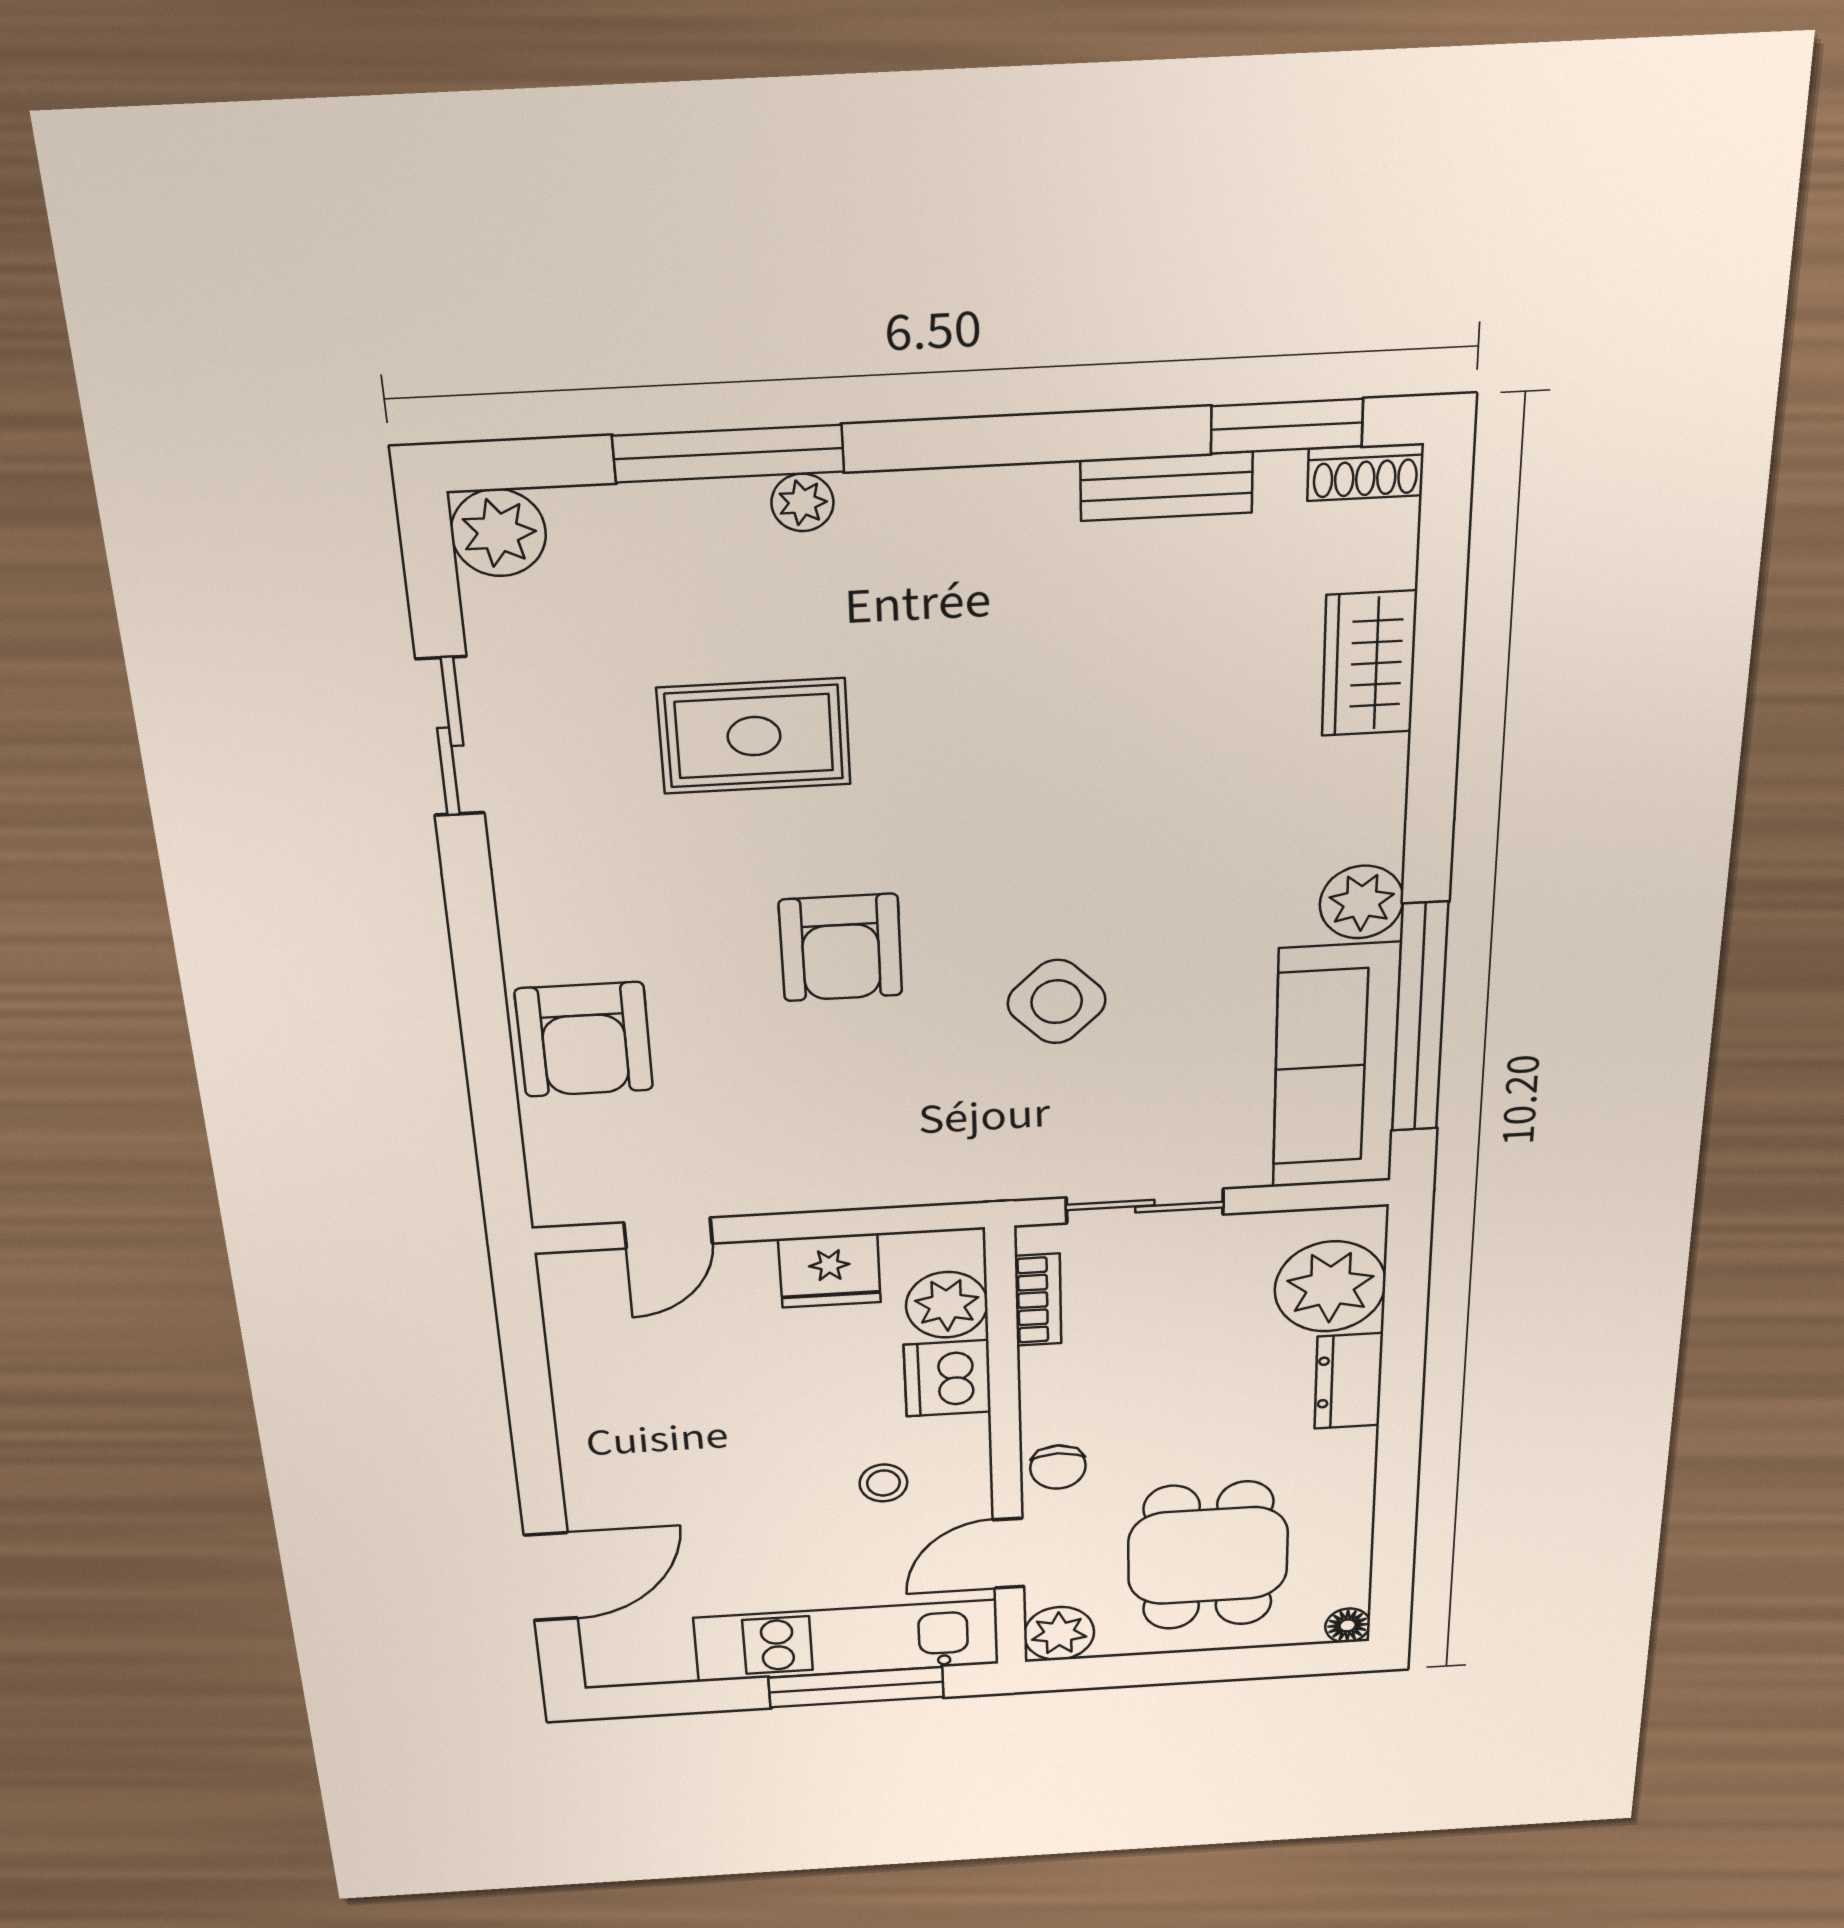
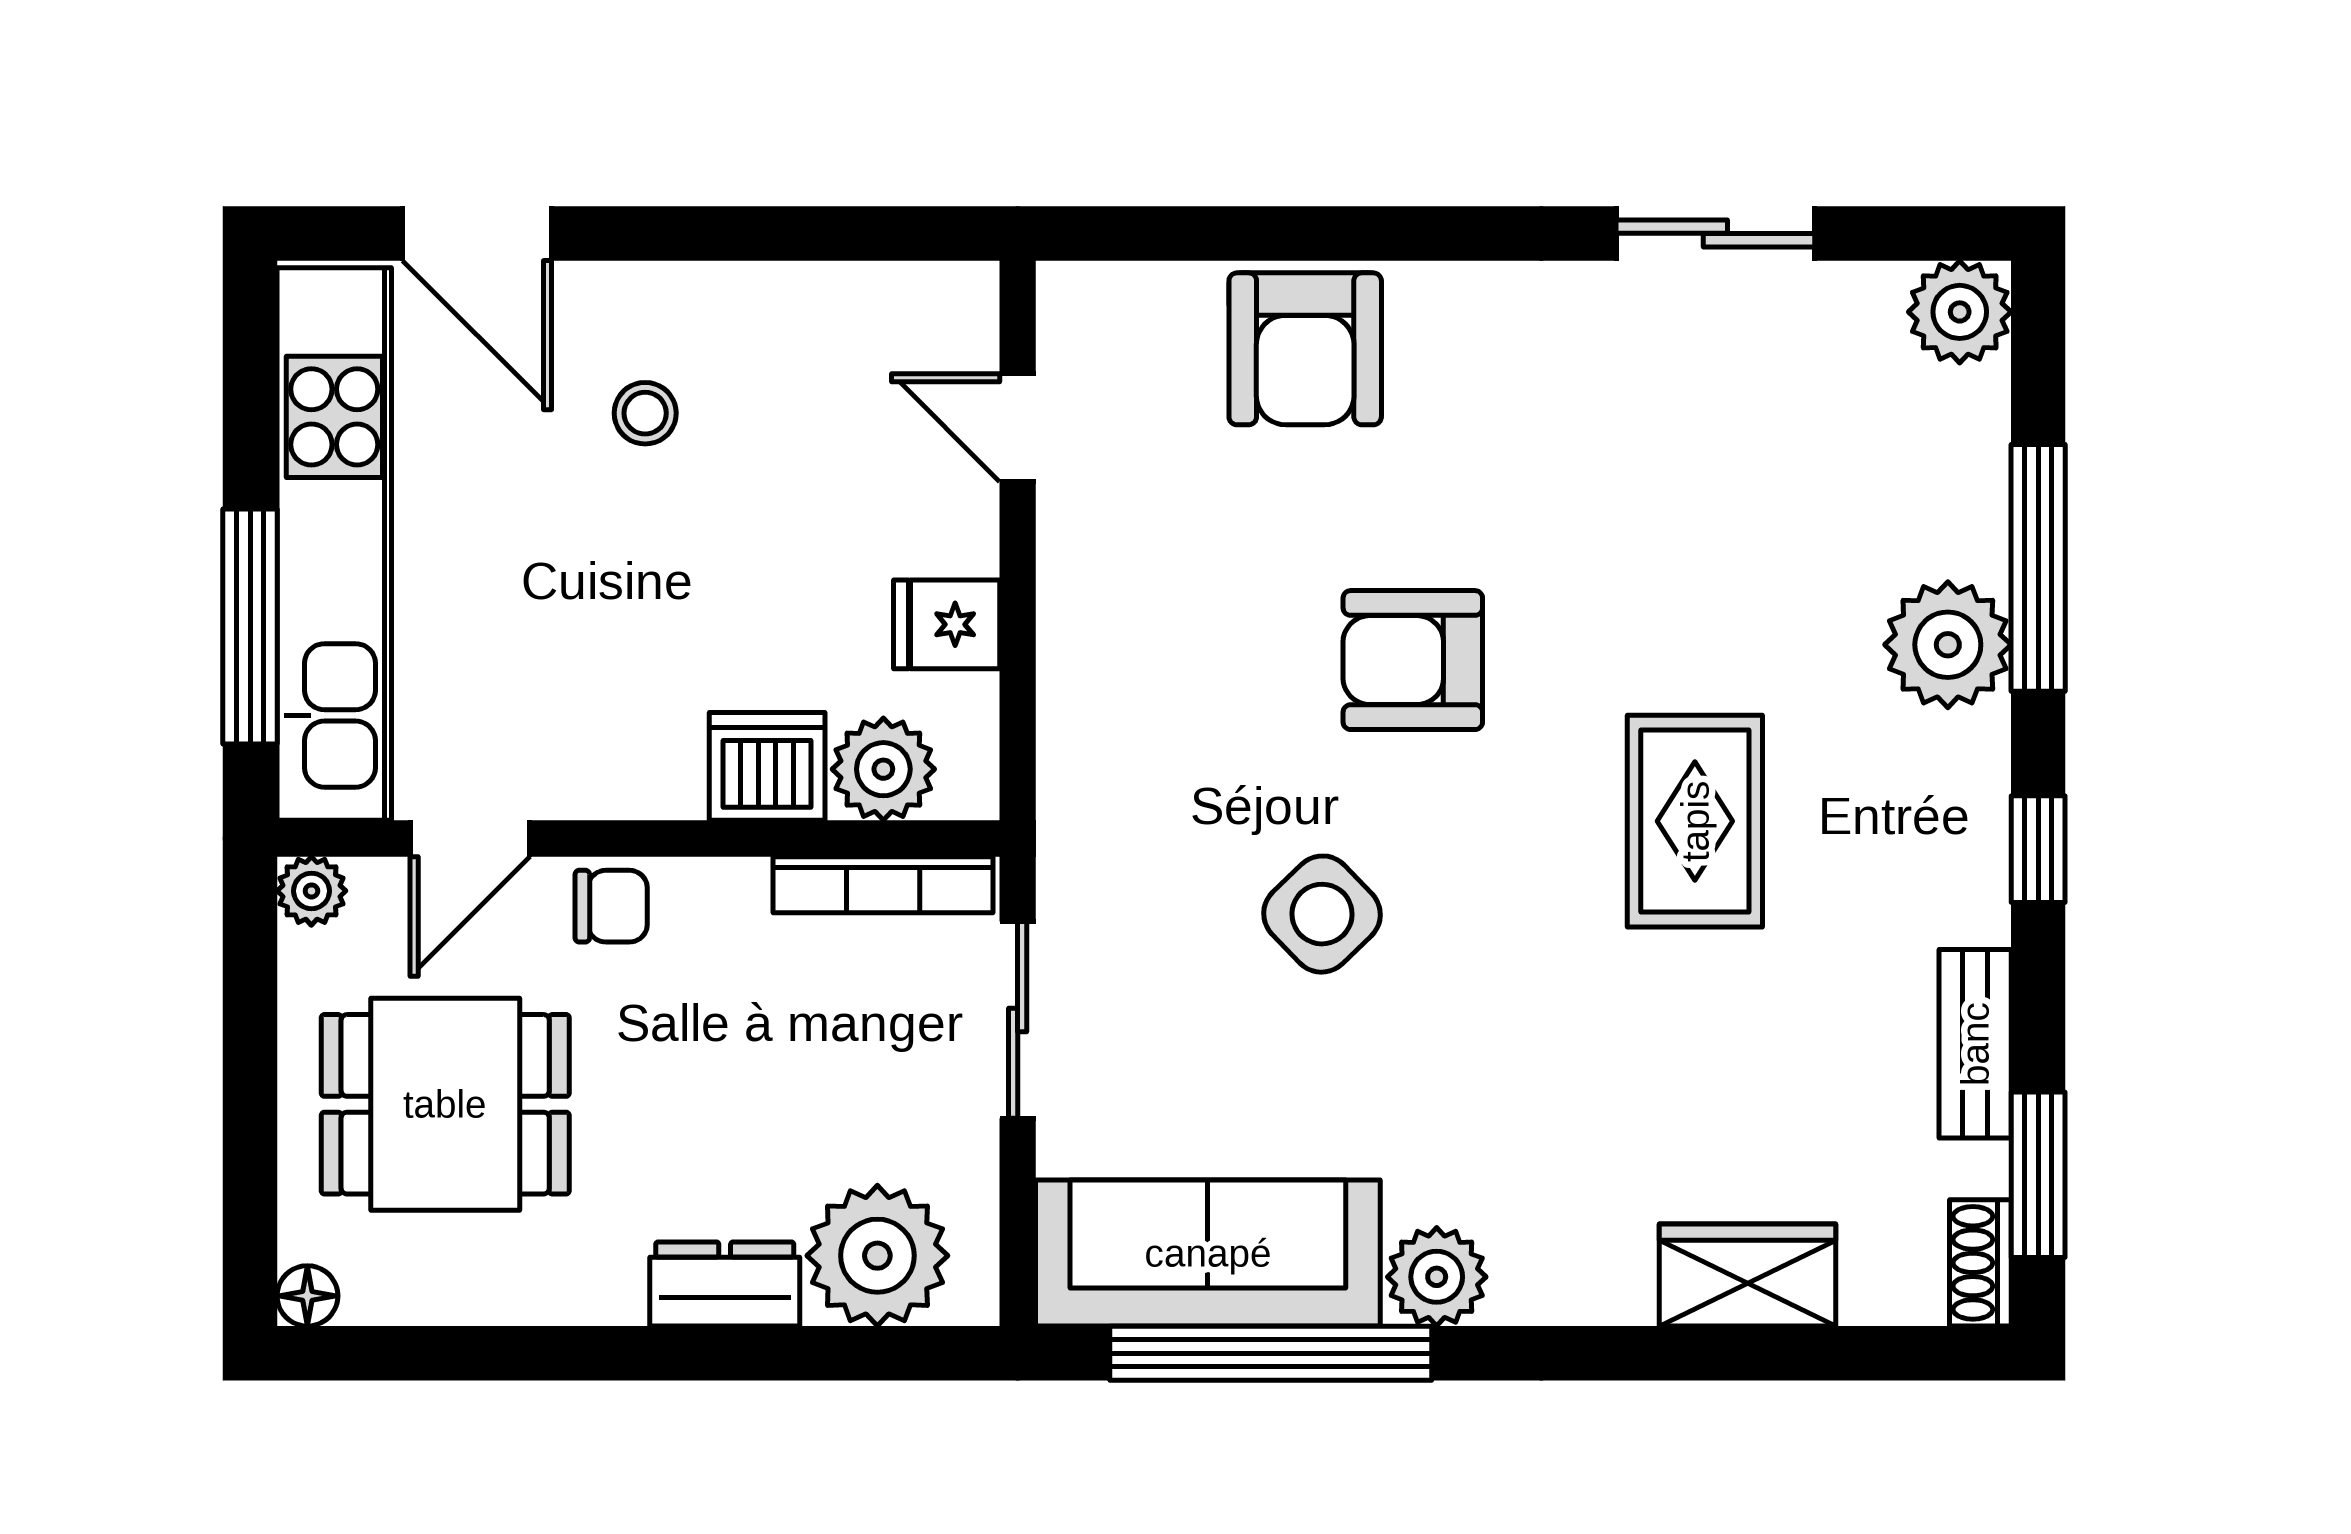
window: (988, 441) -> (2038, 849), added
plant: (802, 503) -> (1948, 645), width x1.87, depth x1.87
rug: (754, 736) -> (1695, 821), moved
armchair: (584, 1040) -> (1305, 349), turned -90
fridge: (830, 1271) -> (947, 624), width x0.72
bookcase: (1038, 1300) -> (883, 885), width x1.56
chair: (1058, 1467) -> (611, 906), turned 180
stool: (883, 1483) -> (645, 413), moved
door: (1009, 1553) -> (470, 839), swing flipped
plant: (1059, 1633) -> (311, 891), width x0.73, depth x0.73
kitchen unit: (847, 1641) -> (334, 544), width x1.36

